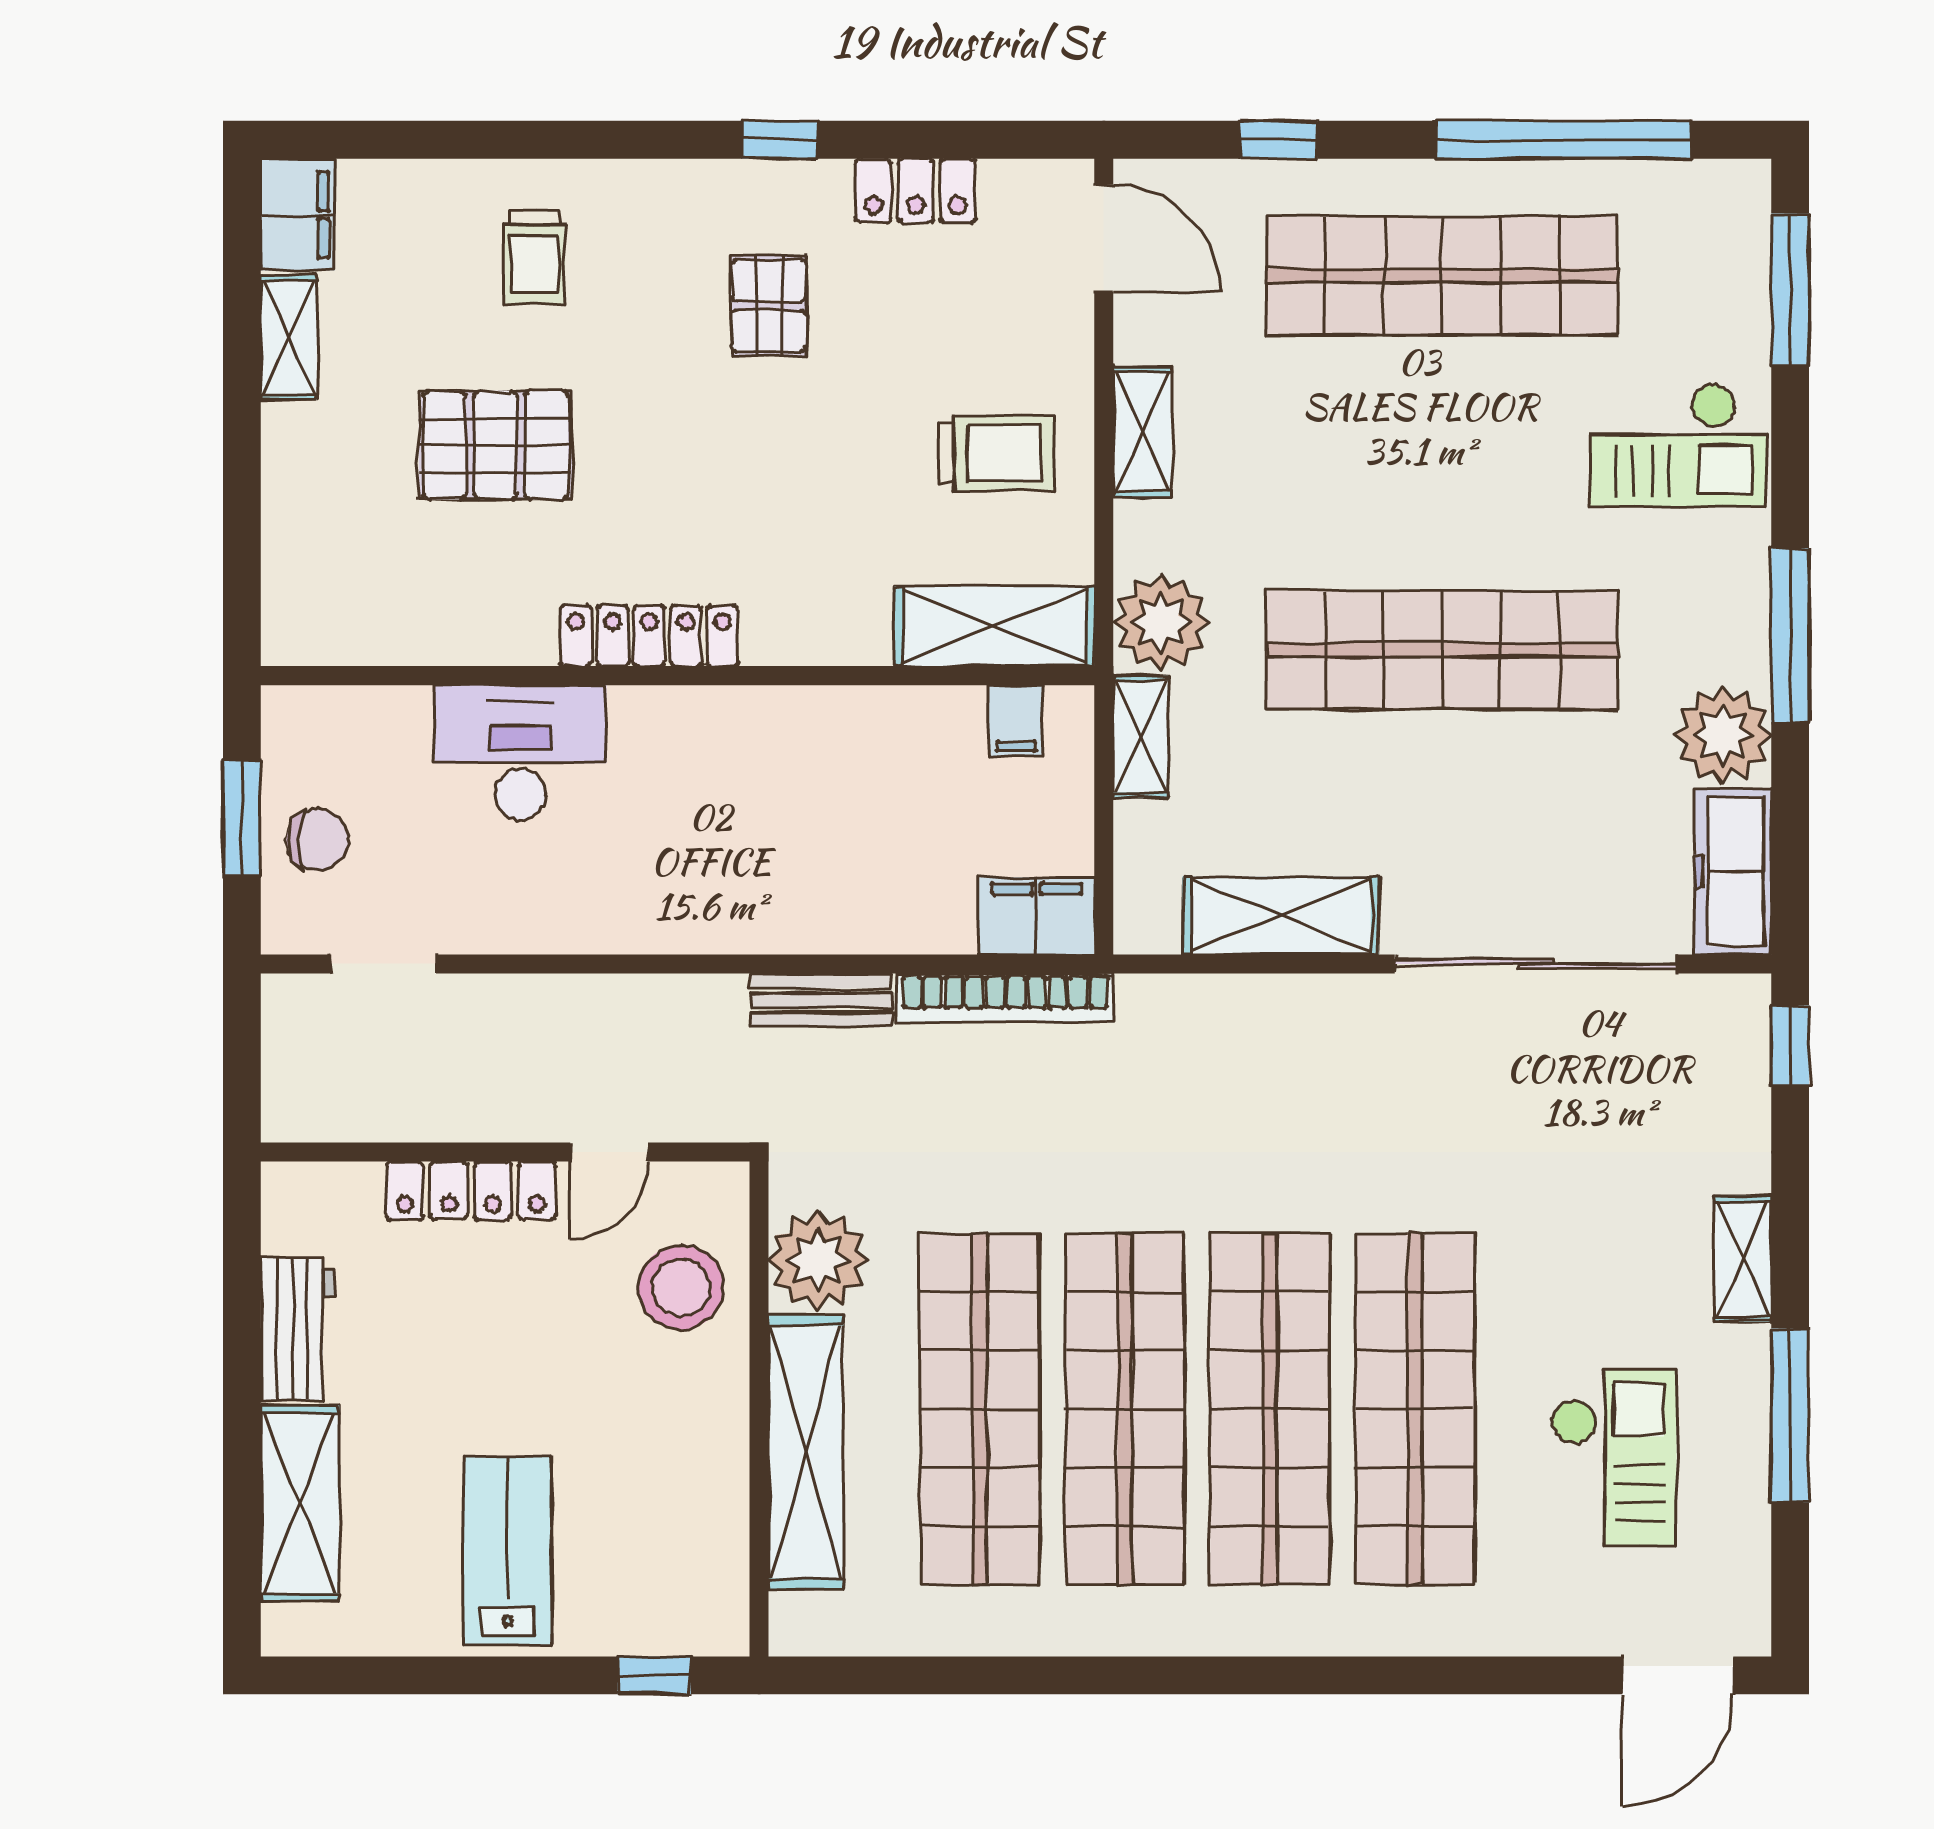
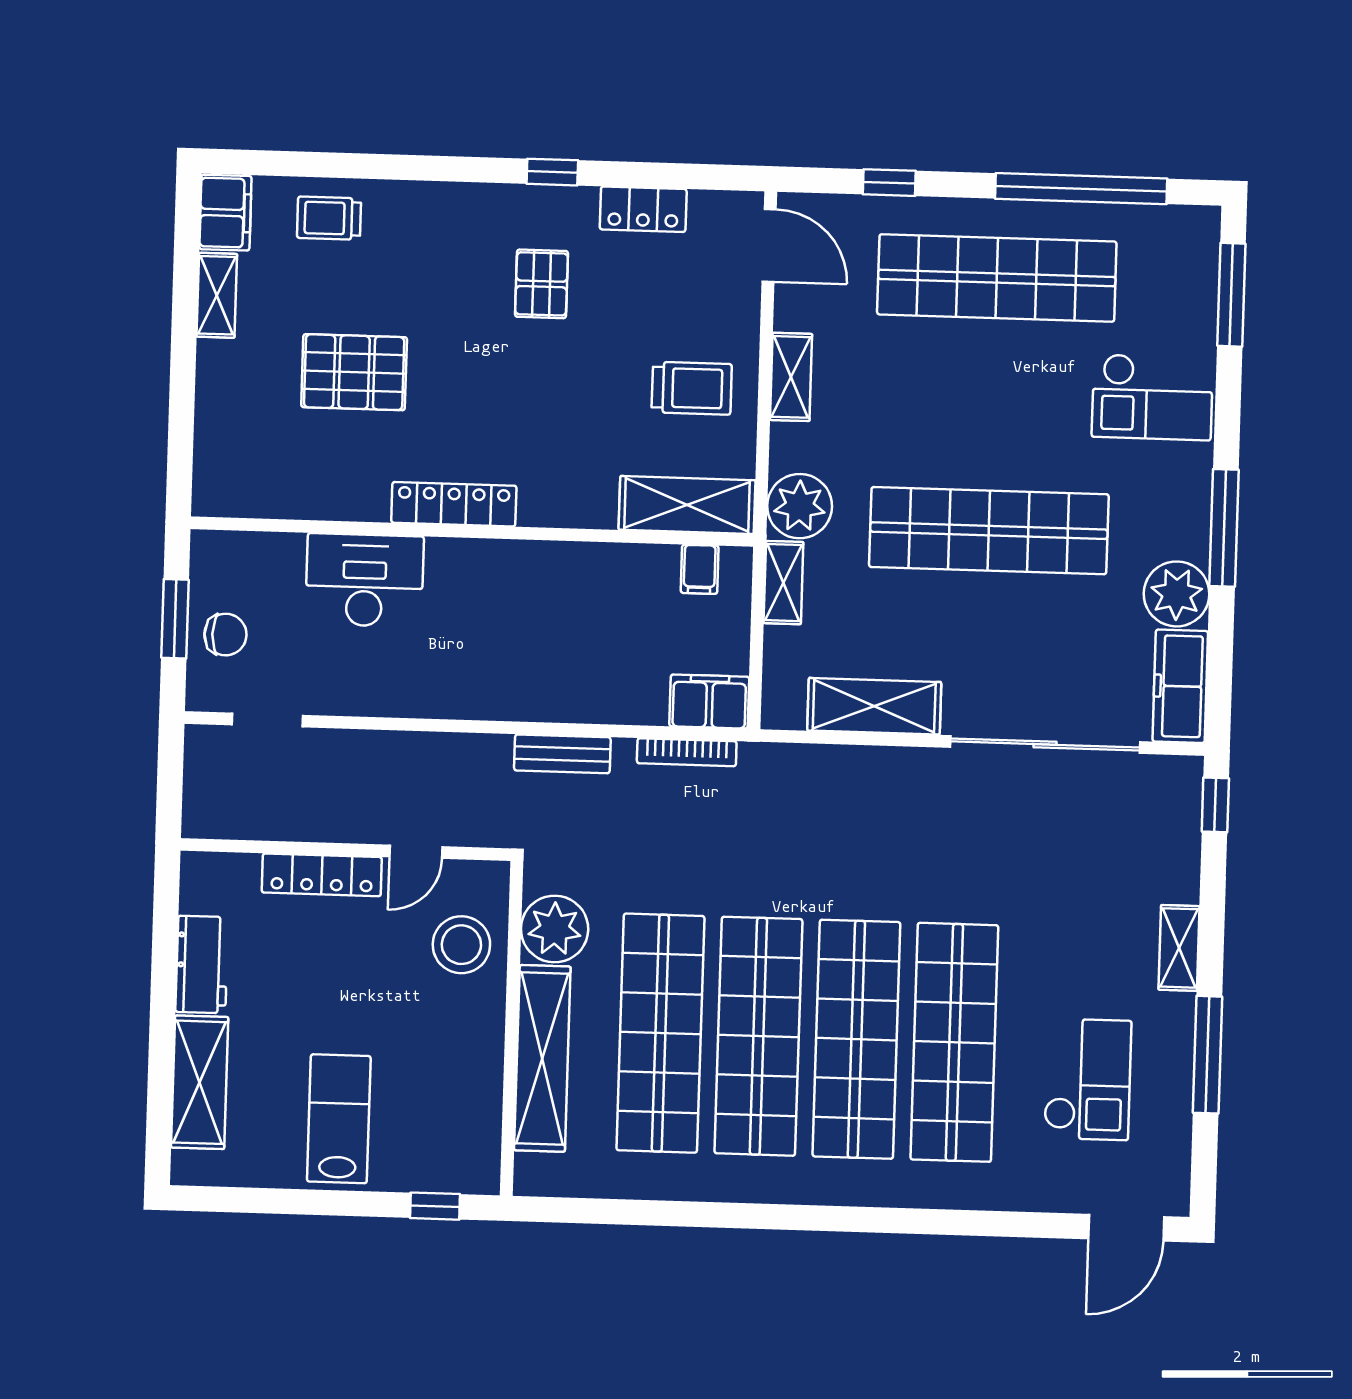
trolley: (534, 258) -> (329, 218), moved, turned 90
bookcase: (1005, 998) -> (687, 752), width x0.68, depth x0.76

